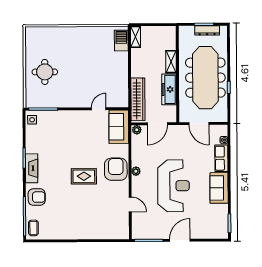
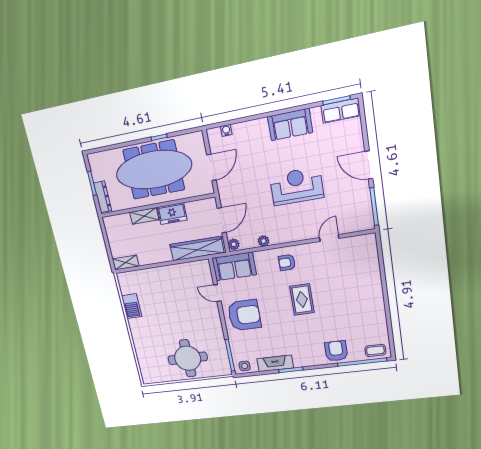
dresser: (207, 30) -> (103, 197), moved
barbecue: (121, 41) -> (132, 306), moved, turned -90
round table: (45, 72) -> (188, 358), width x1.36, depth x1.36
freezer: (169, 89) -> (172, 214), width x0.71
door: (157, 124) -> (222, 220), hinge flipped
armchair: (77, 128) -> (244, 315), added
row of seats: (221, 158) -> (341, 111), moved
fireplace: (32, 168) -> (275, 363), moved
armchair: (116, 169) -> (287, 262), width x0.53, depth x0.53
plant: (136, 171) -> (263, 241), moved
reception desk: (174, 186) -> (297, 186), width x0.74, depth x0.77

